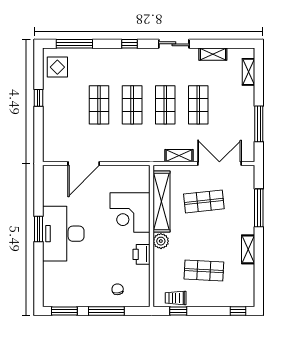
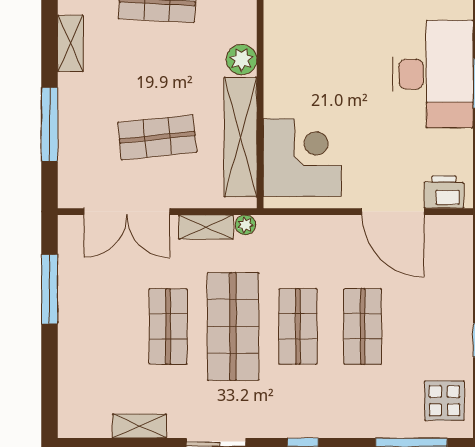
shelving: (249, 72) -> (70, 391), removed
shop shelf: (165, 105) -> (233, 326), width x1.43, depth x1.36
plant: (159, 157) -> (245, 225), added
door: (84, 164) -> (393, 212), swing flipped
corner desk: (130, 212) -> (302, 158), moved
printer: (141, 254) -> (444, 192), moved, turned -90

